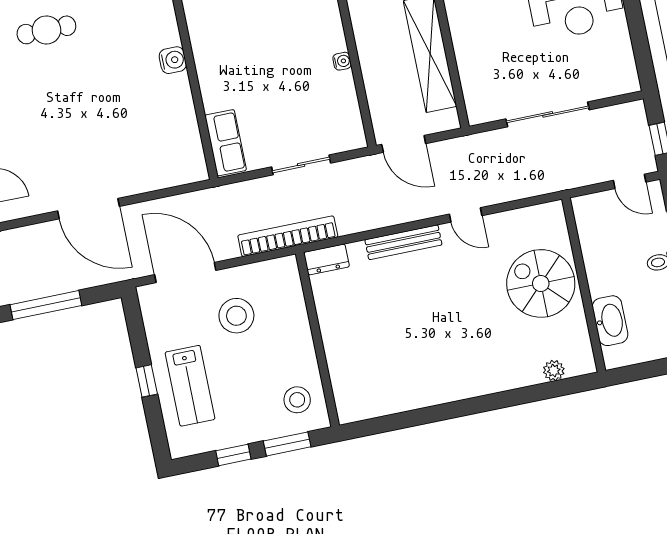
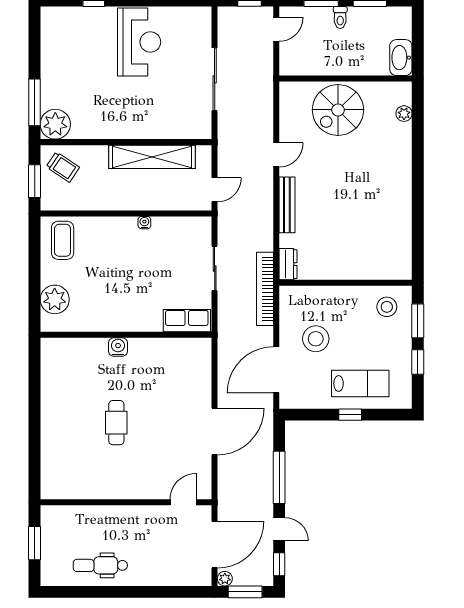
cafe table: (46, 30) -> (116, 423), moved
door: (404, 144) -> (215, 190), width x0.73
washbasin: (610, 321) -> (401, 58), moved, turned -90

